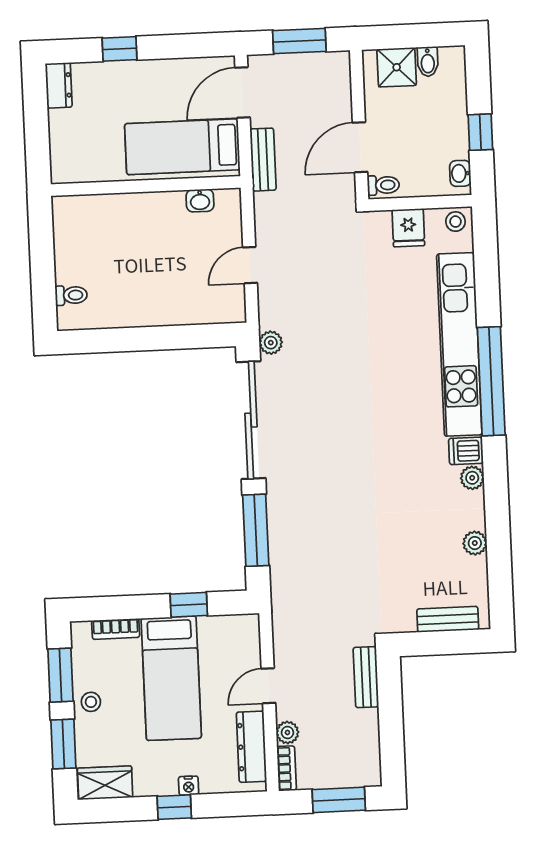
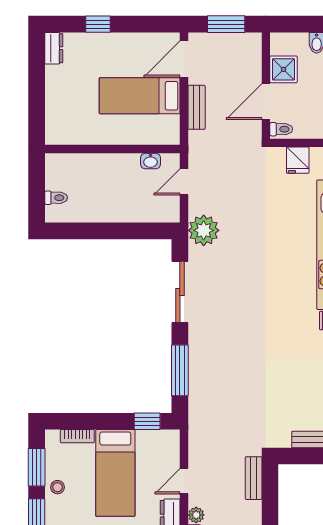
shower: (397, 67) -> (283, 69), moved
wall: (146, 186) -> (112, 149), moved
washbasin: (200, 200) -> (151, 161), moved
plant: (271, 343) -> (204, 230), width x1.88, depth x1.88
sliding door: (251, 420) -> (180, 292), width x0.73
window: (189, 605) -> (147, 421), moved

